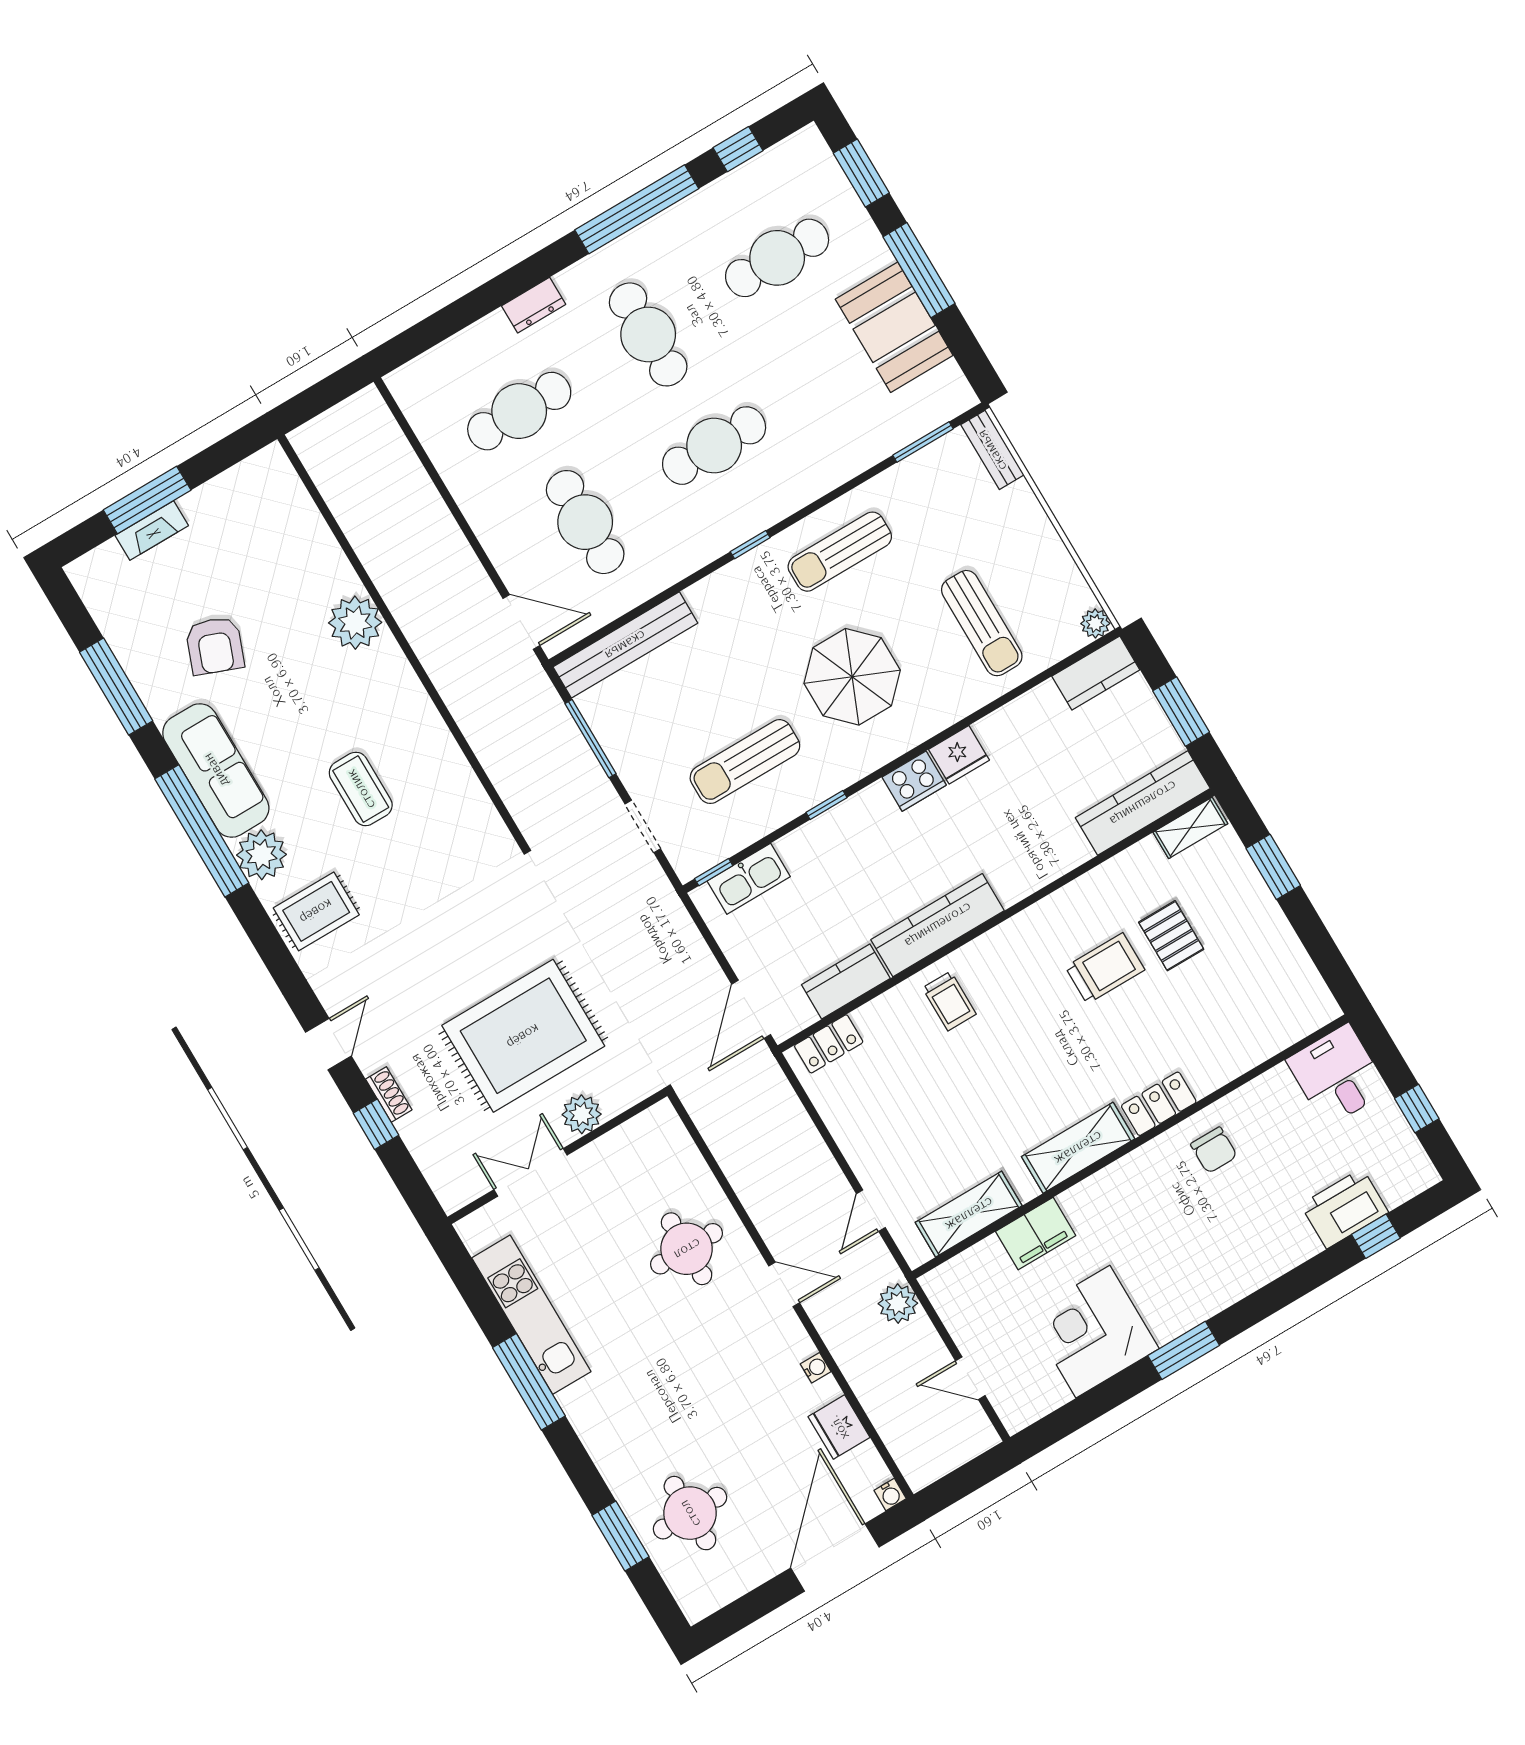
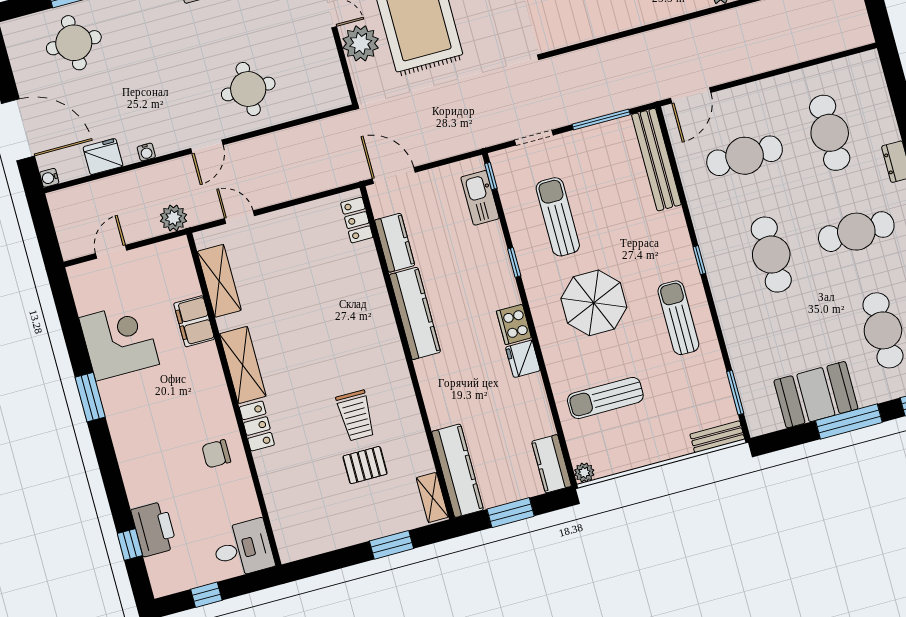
trolley: (949, 1001) -> (363, 307), removed
plant: (582, 1114) -> (361, 43), width x1.36, depth x1.36

